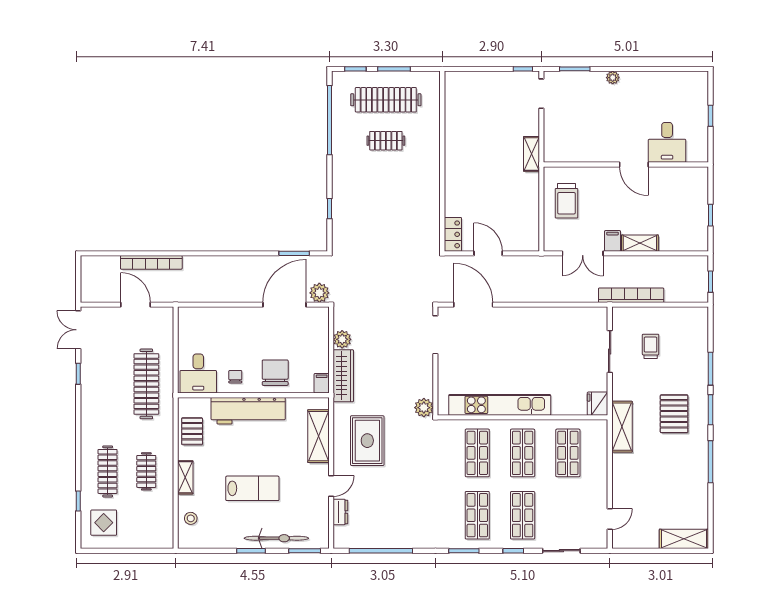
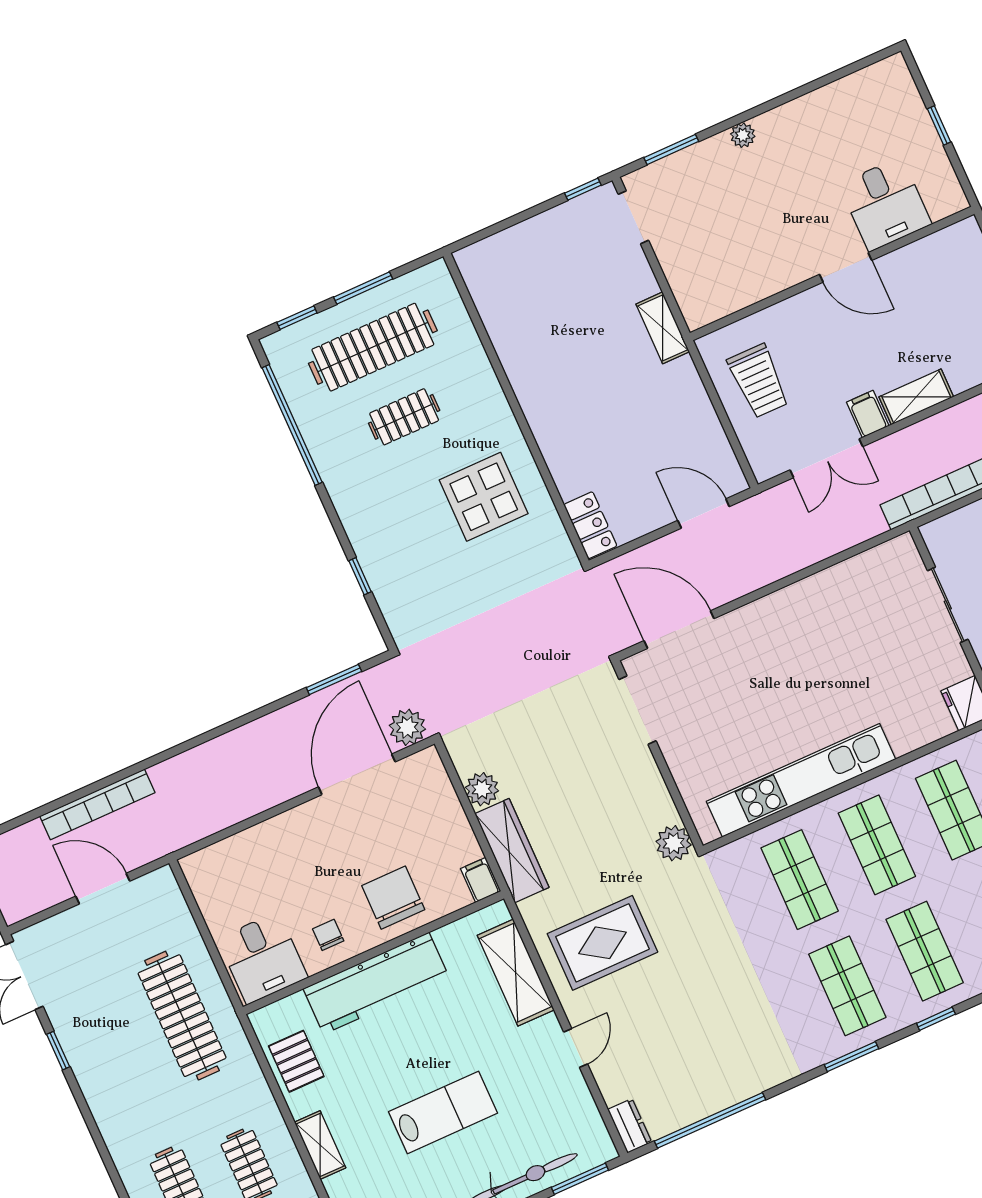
display table: (407, 197) -> (484, 497), added
door: (488, 253) -> (704, 513), moved
rug: (367, 441) -> (602, 943), turned 90
dresser: (340, 512) -> (630, 1126), moved

